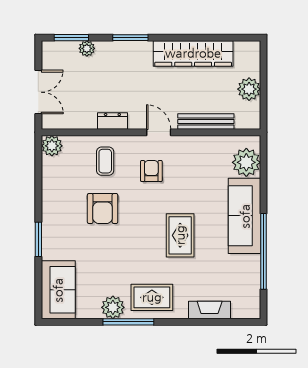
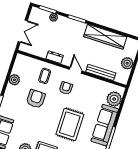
plant: (52, 146) -> (14, 80), moved
armchair: (103, 208) -> (36, 99), turned 180
rug: (180, 235) -> (70, 124), width x1.36, depth x1.43

